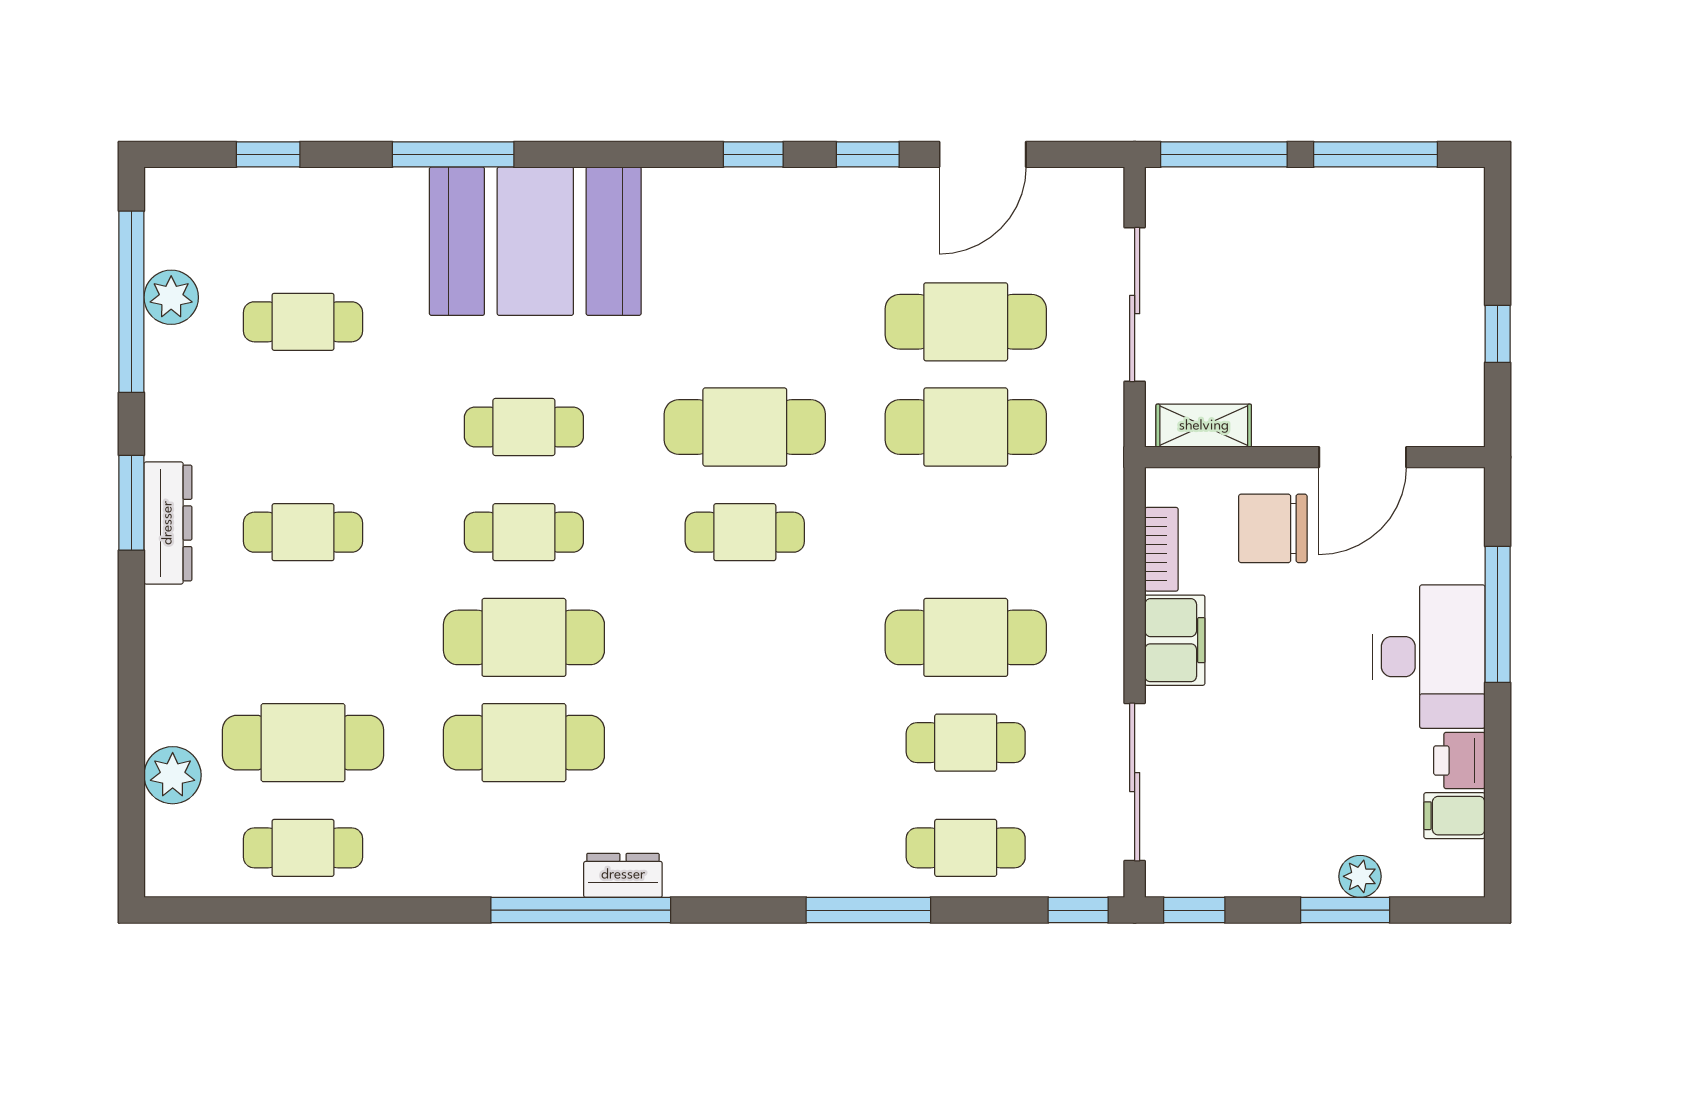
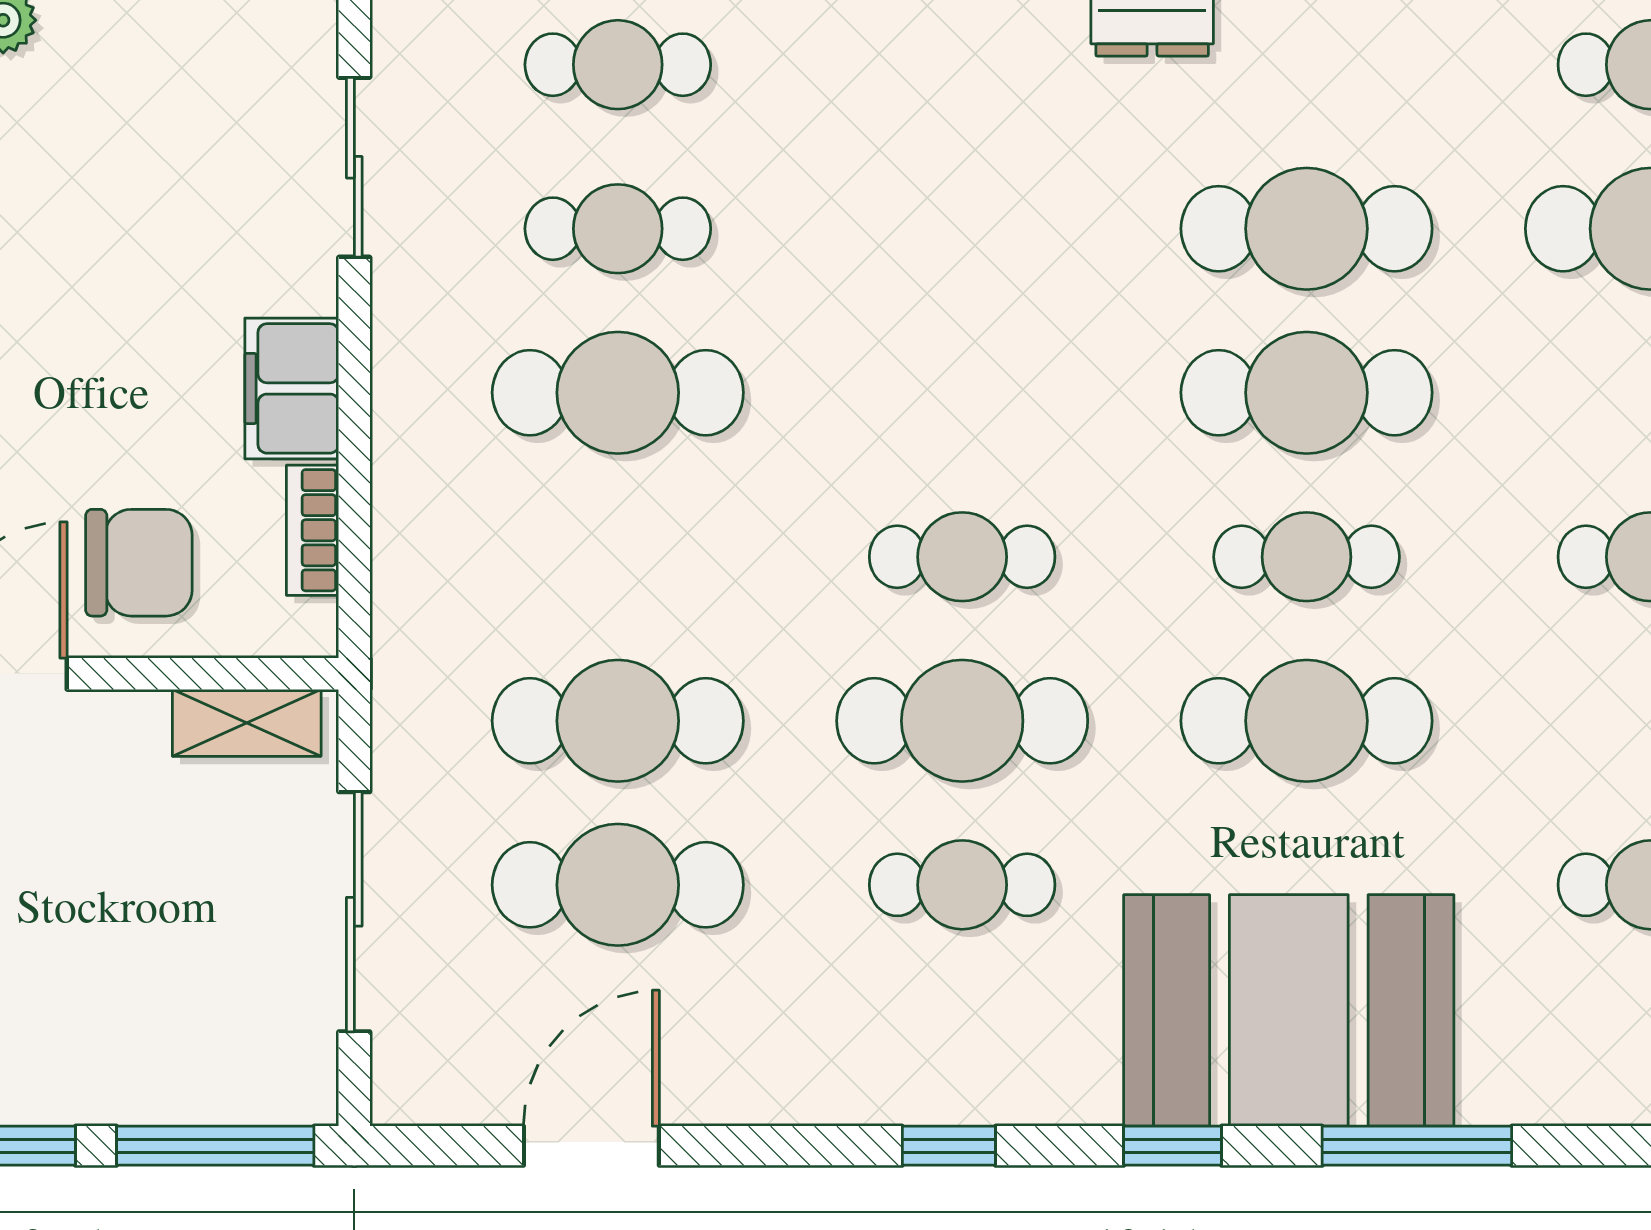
window: (868, 154) -> (1173, 1146), moved
cafe table: (745, 322) -> (962, 885), added
cafe table: (524, 427) -> (1307, 721), width x1.37, depth x1.35
sliding door: (1135, 782) -> (354, 167), width x0.73

